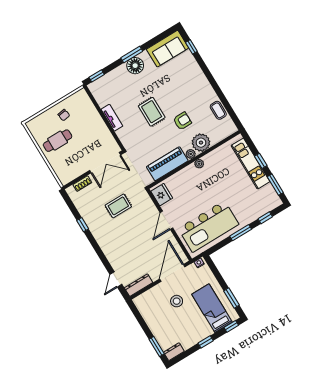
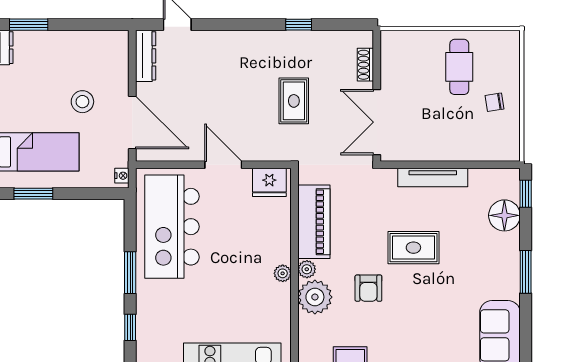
floor lamp: (135, 66) -> (504, 215), moved
tv unit: (112, 118) -> (433, 177), width x1.41

